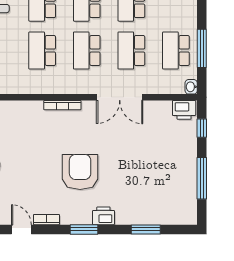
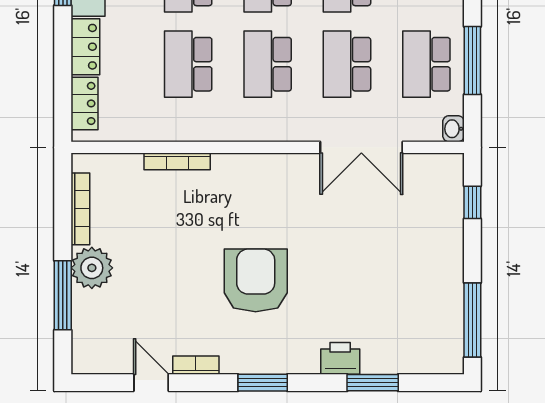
double door: (120, 97) -> (361, 147), moved
bookcase: (62, 105) -> (177, 161), moved
printer: (184, 110) -> (441, 170), removed
window: (202, 178) -> (472, 320), moved
printer: (103, 216) -> (340, 358), moved

